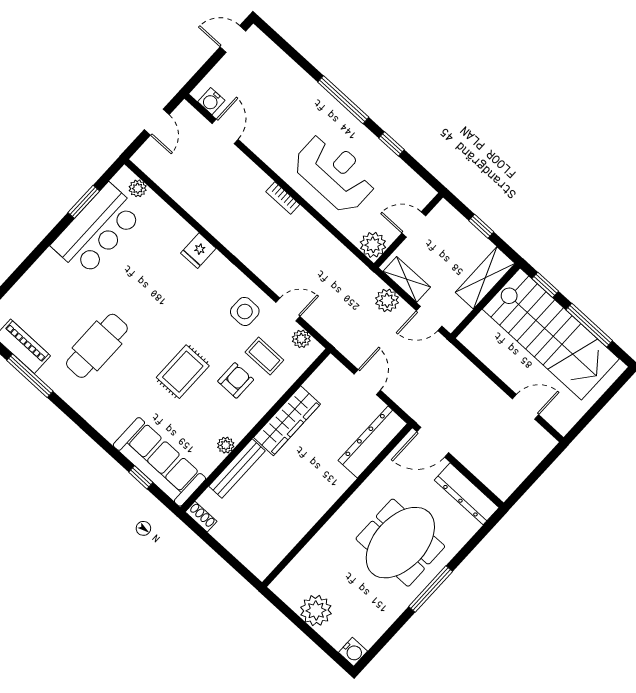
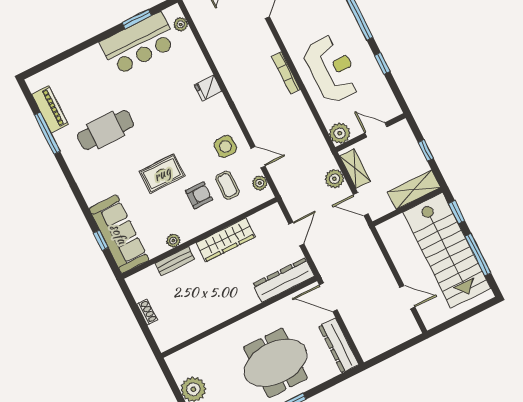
bookcase: (283, 198) -> (286, 73), width x1.56
bench: (237, 469) -> (175, 261), width x0.73
shoe rack: (201, 517) -> (147, 312), moved

